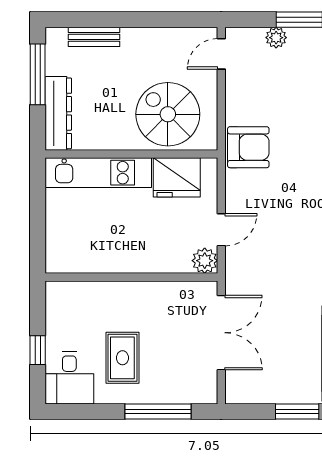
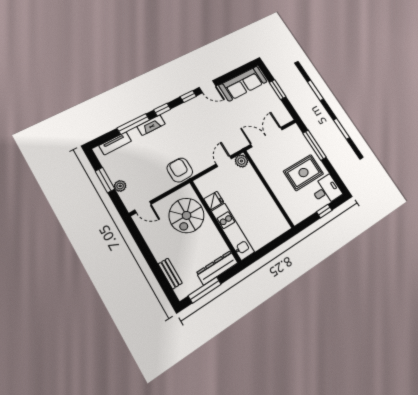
fridge: (177, 177) -> (214, 201), width x0.53, depth x0.75
door: (221, 230) -> (224, 161), hinge flipped
rug: (122, 358) -> (304, 173), width x1.36, depth x1.43

